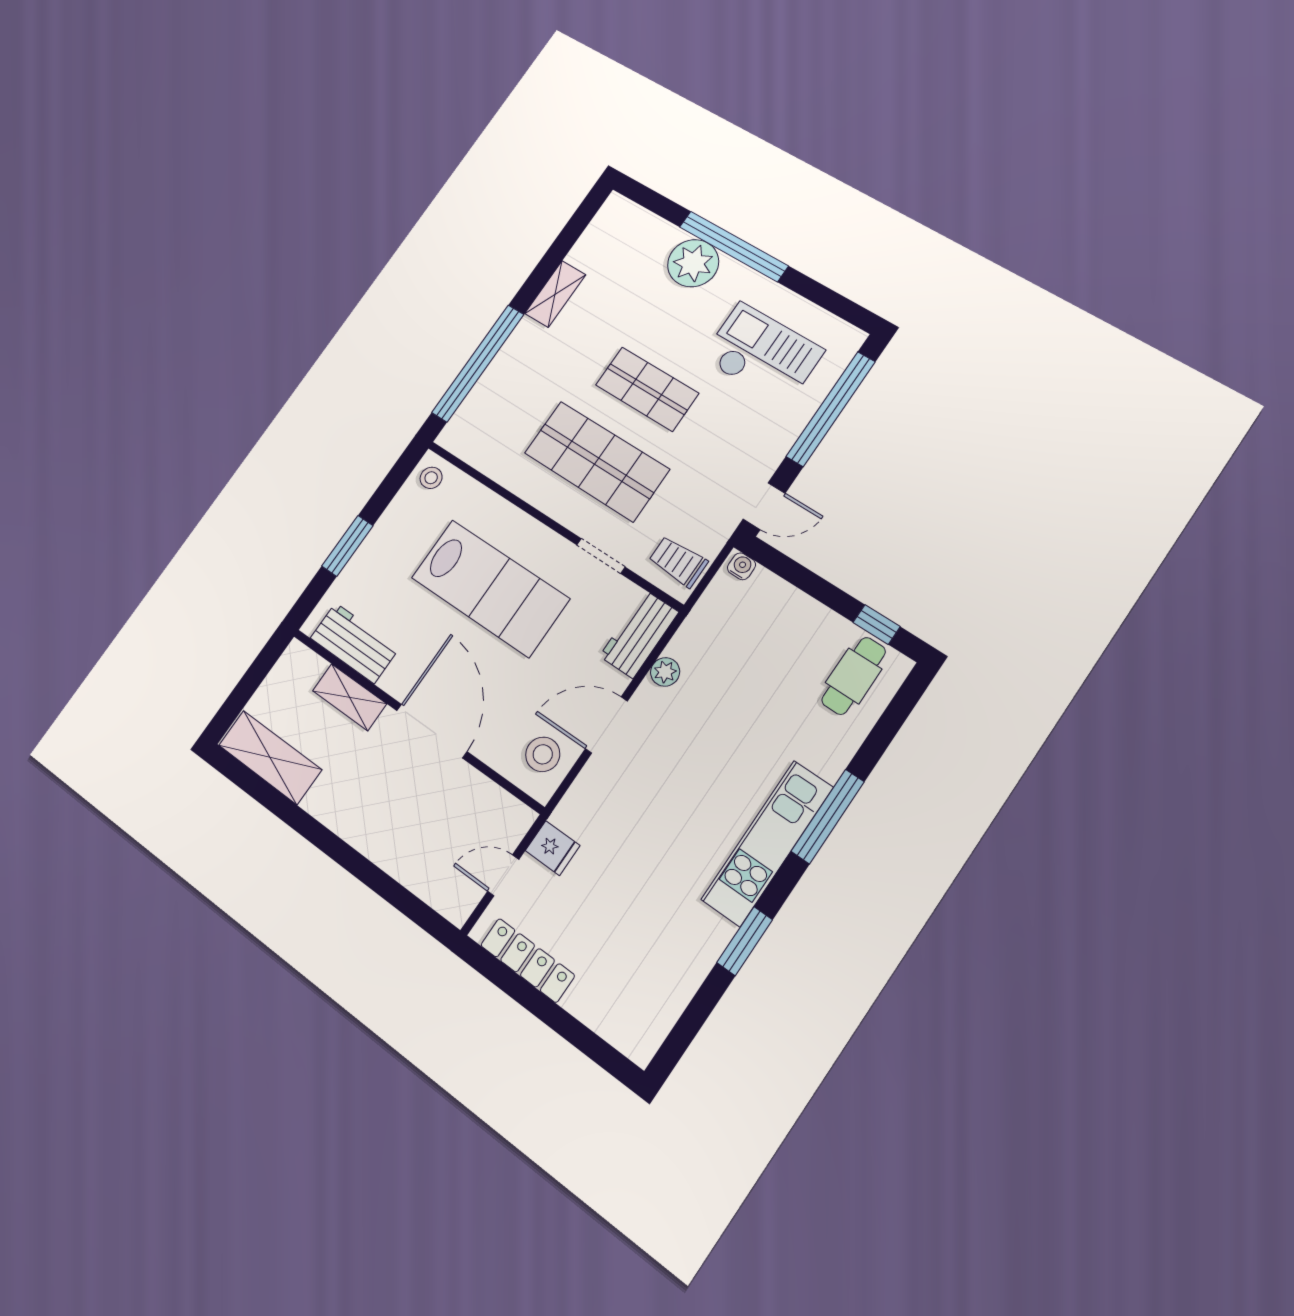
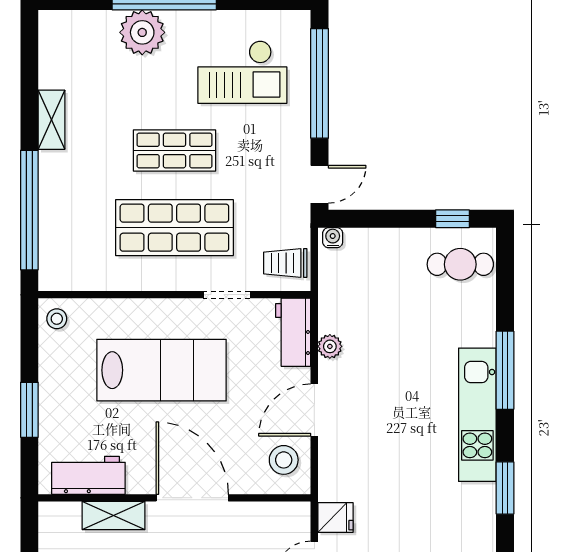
checkout: (762, 354) -> (242, 72), turned 180
cafe table: (854, 676) -> (460, 264), turned 90

